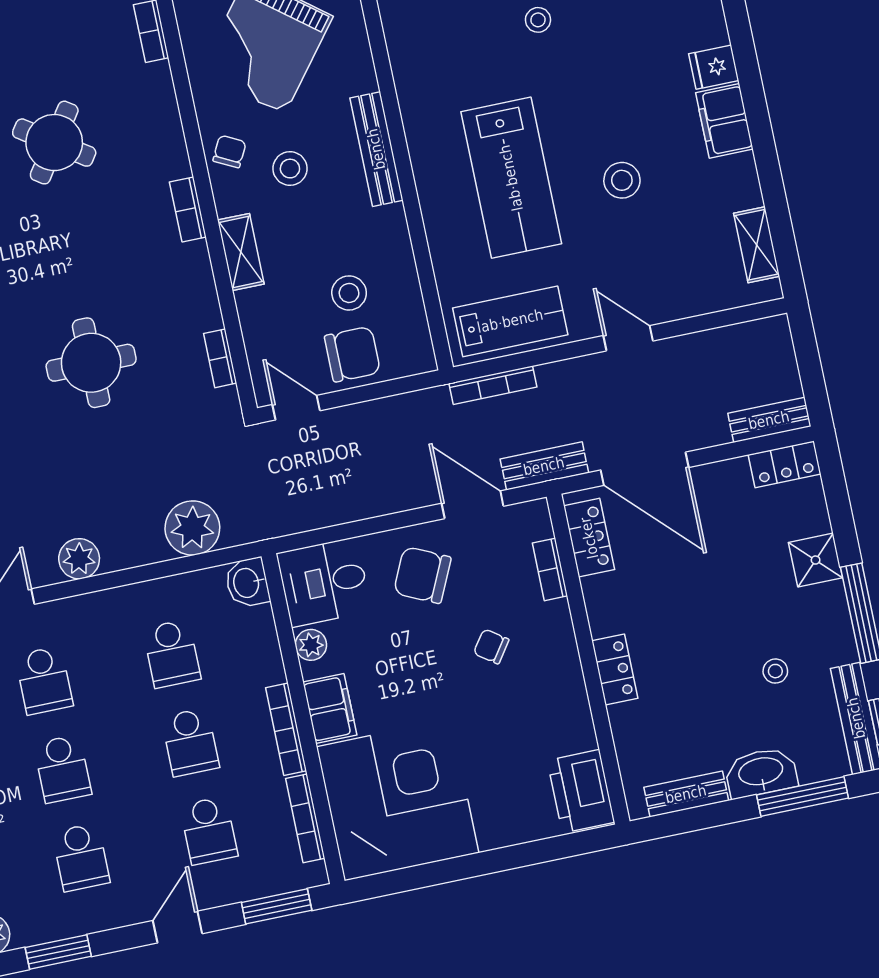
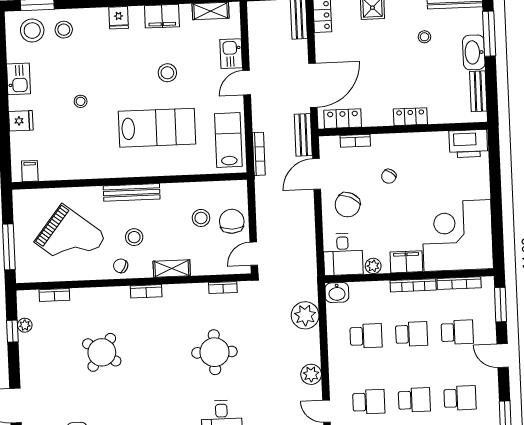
filing cabinet: (724, 121) -> (162, 16), moved
kitchen sink: (680, 299) -> (231, 54), added

